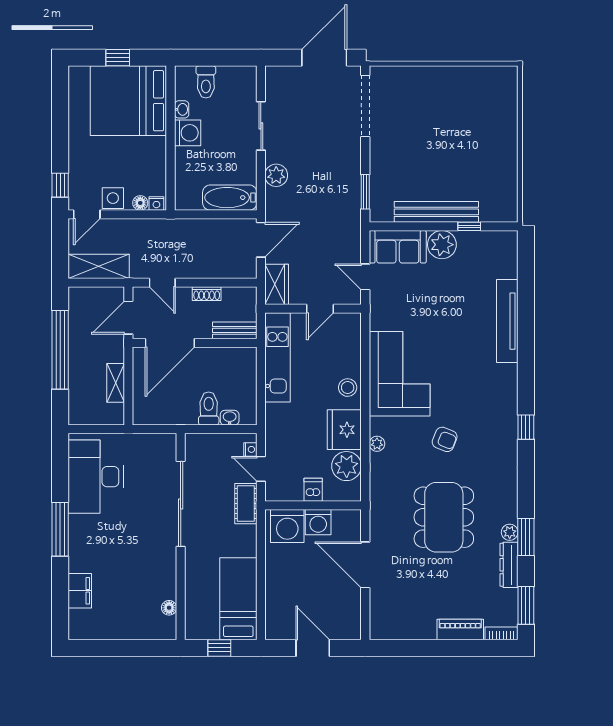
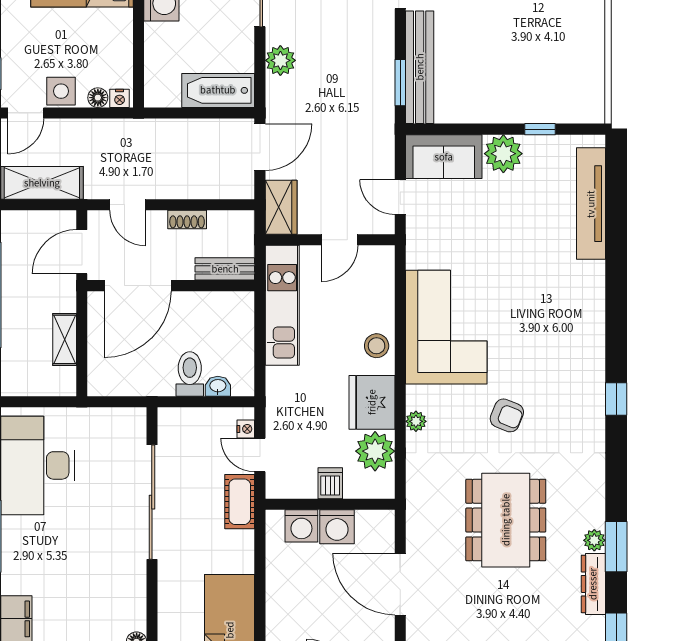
bench: (436, 212) -> (420, 67), moved, turned 90
tv unit: (507, 321) -> (591, 204), moved
washing machine: (287, 526) -> (301, 526), width x0.73, depth x0.73

